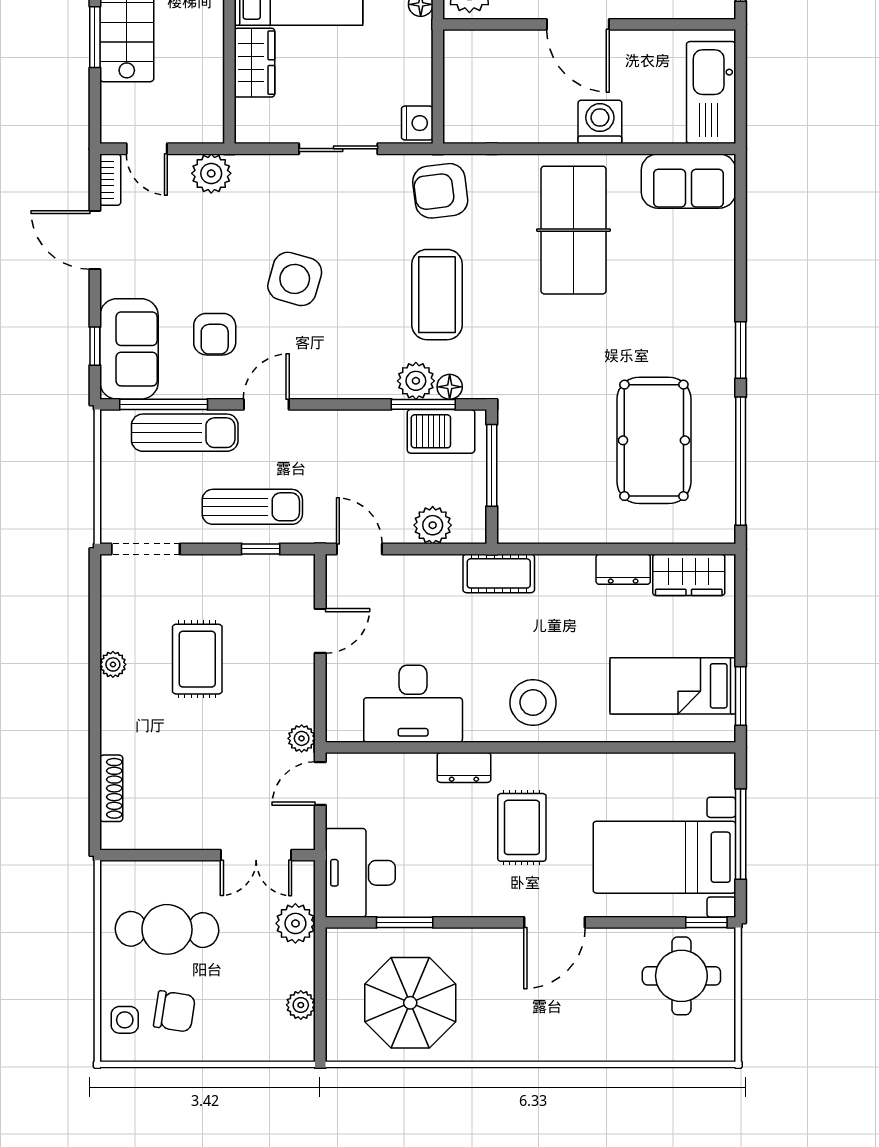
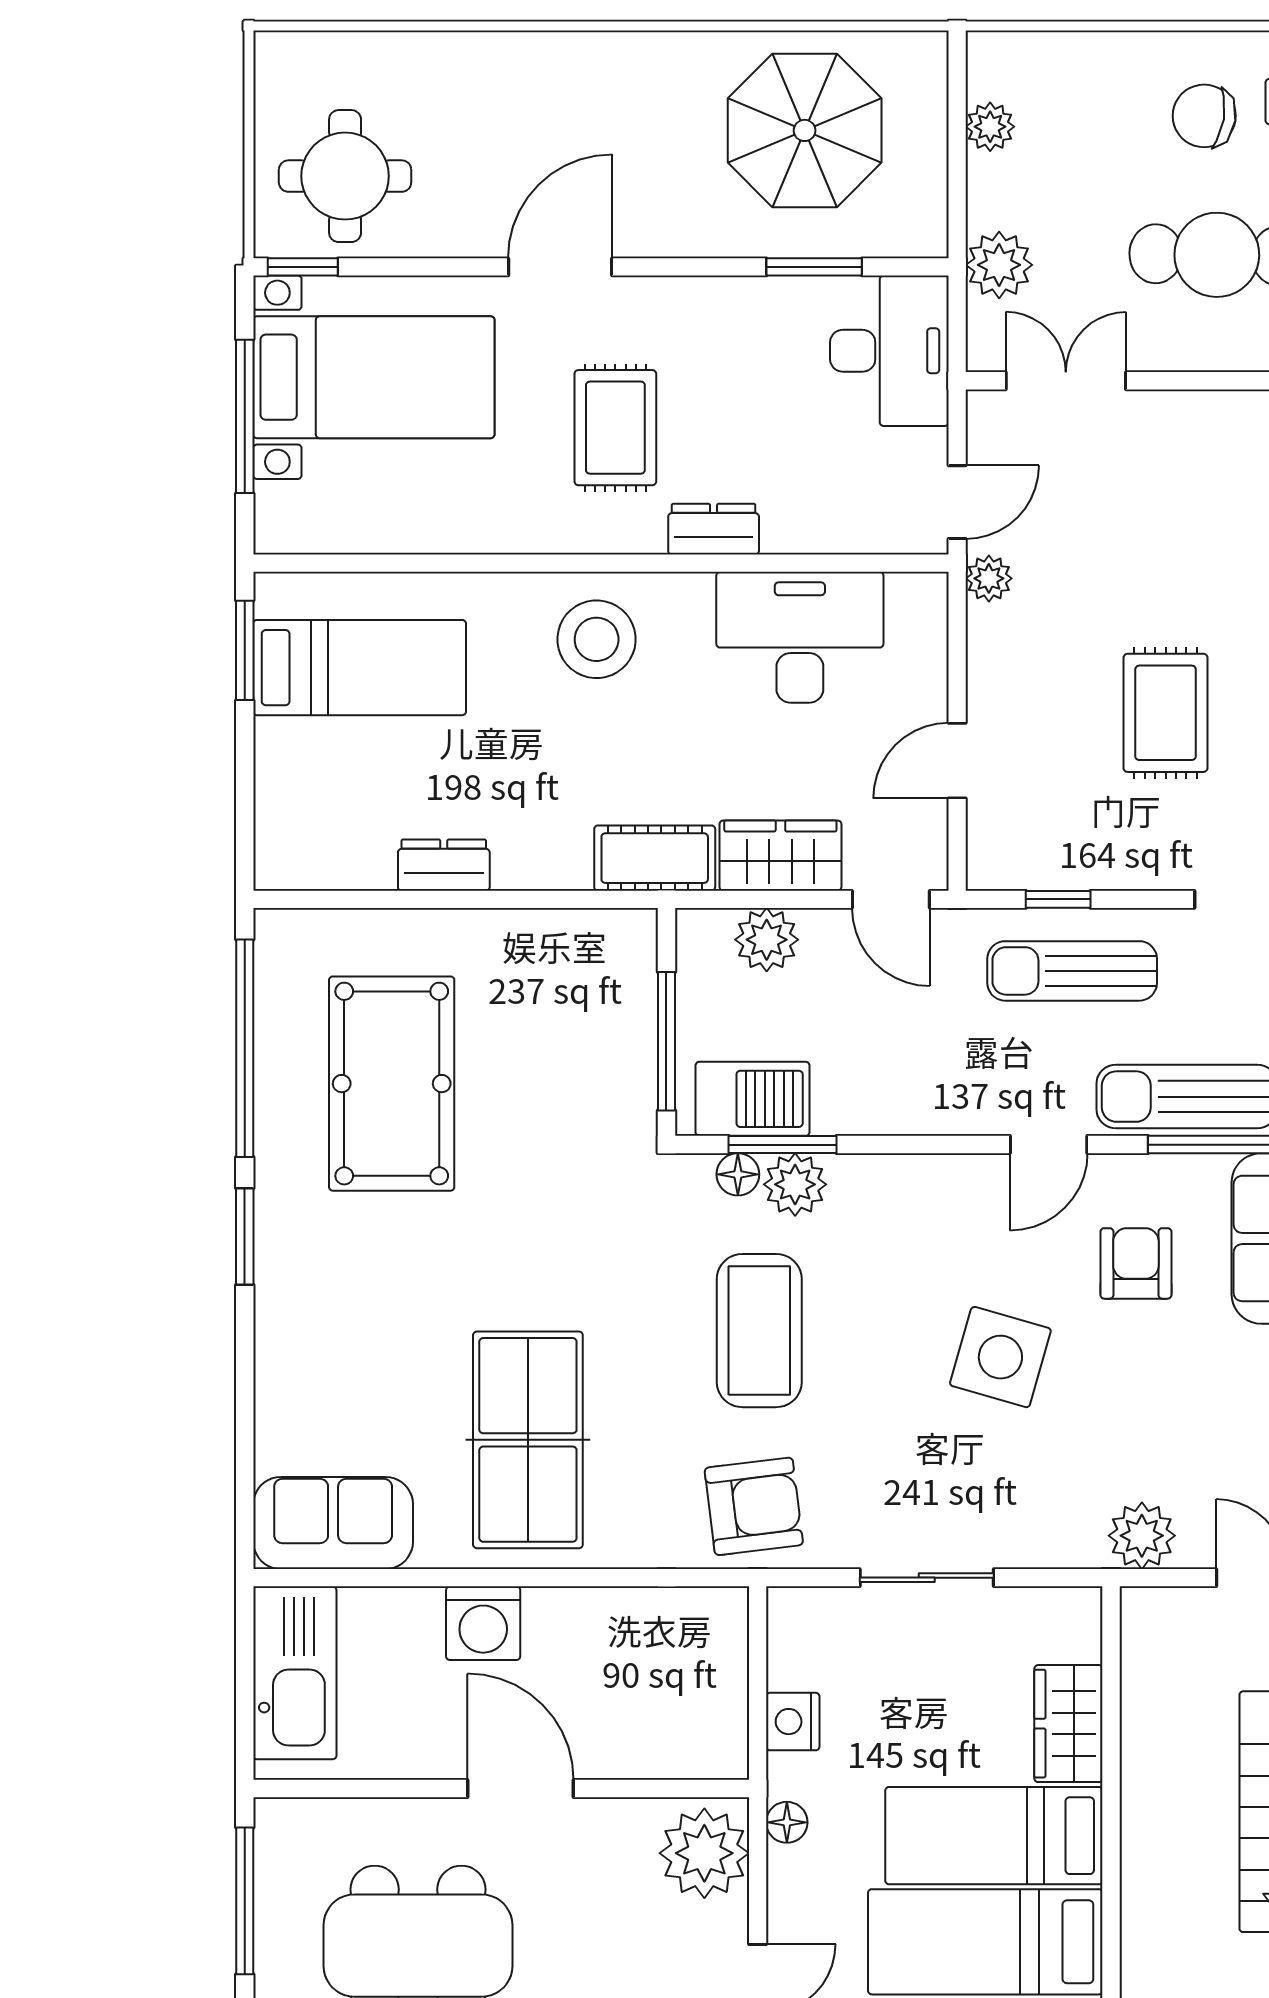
nightstand: (417, 123) -> (793, 1722), moved
wardrobe: (689, 575) -> (780, 856), moved

